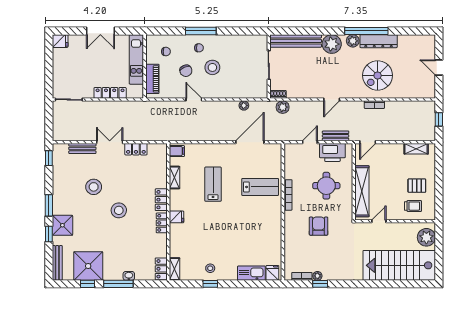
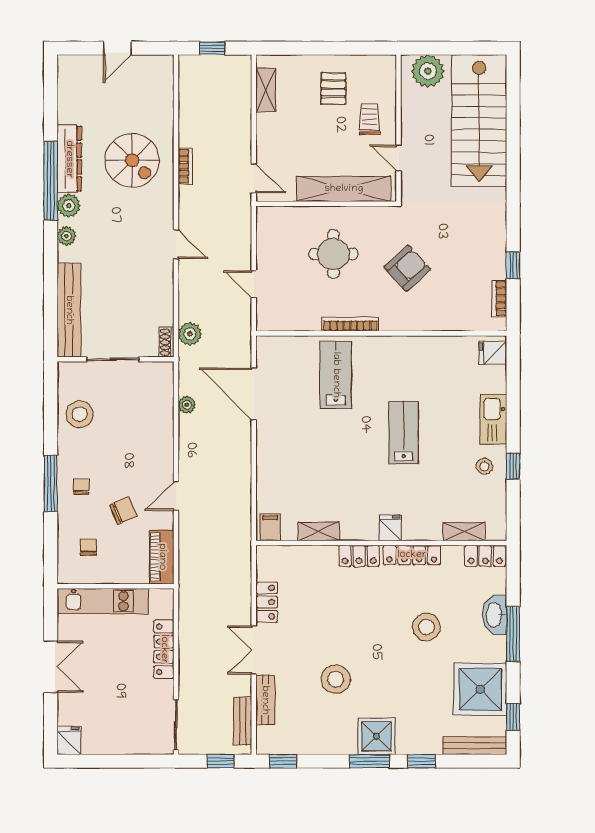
plant: (332, 44) -> (66, 236), width x0.53, depth x0.53
stool: (212, 67) -> (80, 414), moved
piano: (152, 79) -> (162, 557), moved, turned -90
window: (49, 124) -> (220, 761), added
bench: (336, 136) -> (242, 721), moved
printer: (332, 152) -> (273, 243), removed
lab bench: (213, 184) -> (403, 433), moved, turned 90
trolley: (413, 206) -> (369, 119), moved
stool: (119, 210) -> (426, 627), moved
locker: (162, 223) -> (412, 555), width x1.53
shower: (62, 225) -> (376, 736), moved
armchair: (319, 226) -> (407, 268), turned 138
shelving: (175, 269) -> (464, 531), moved
kitchen sink: (251, 273) -> (493, 419), moved
washbasin: (129, 276) -> (495, 615), width x1.91, depth x1.45
plant: (317, 276) -> (498, 270), removed
window: (88, 284) -> (513, 717), moved

